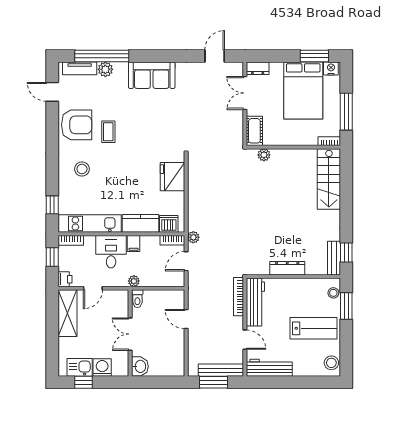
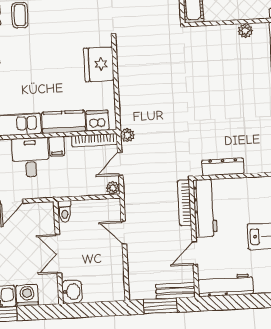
plant: (264, 155) -> (245, 31), moved
bookcase: (172, 240) -> (94, 140), width x1.56
dresser: (287, 268) -> (223, 167), moved
plant: (134, 281) -> (113, 188), moved
door: (245, 340) -> (195, 253), swing flipped
bench: (221, 370) -> (175, 291), width x0.73

